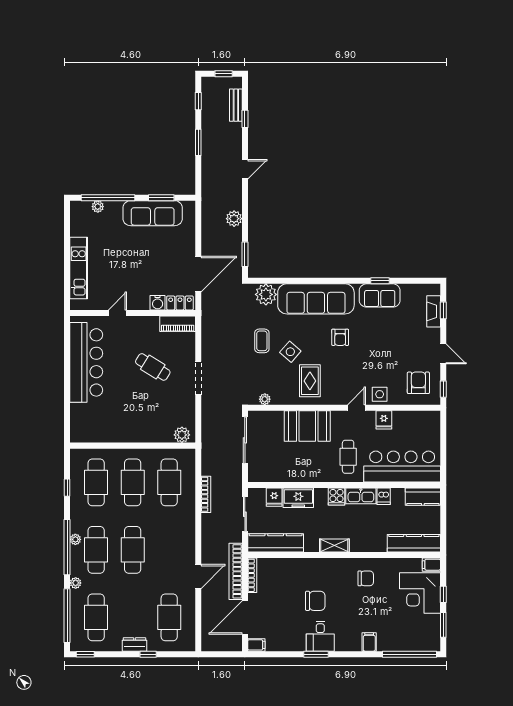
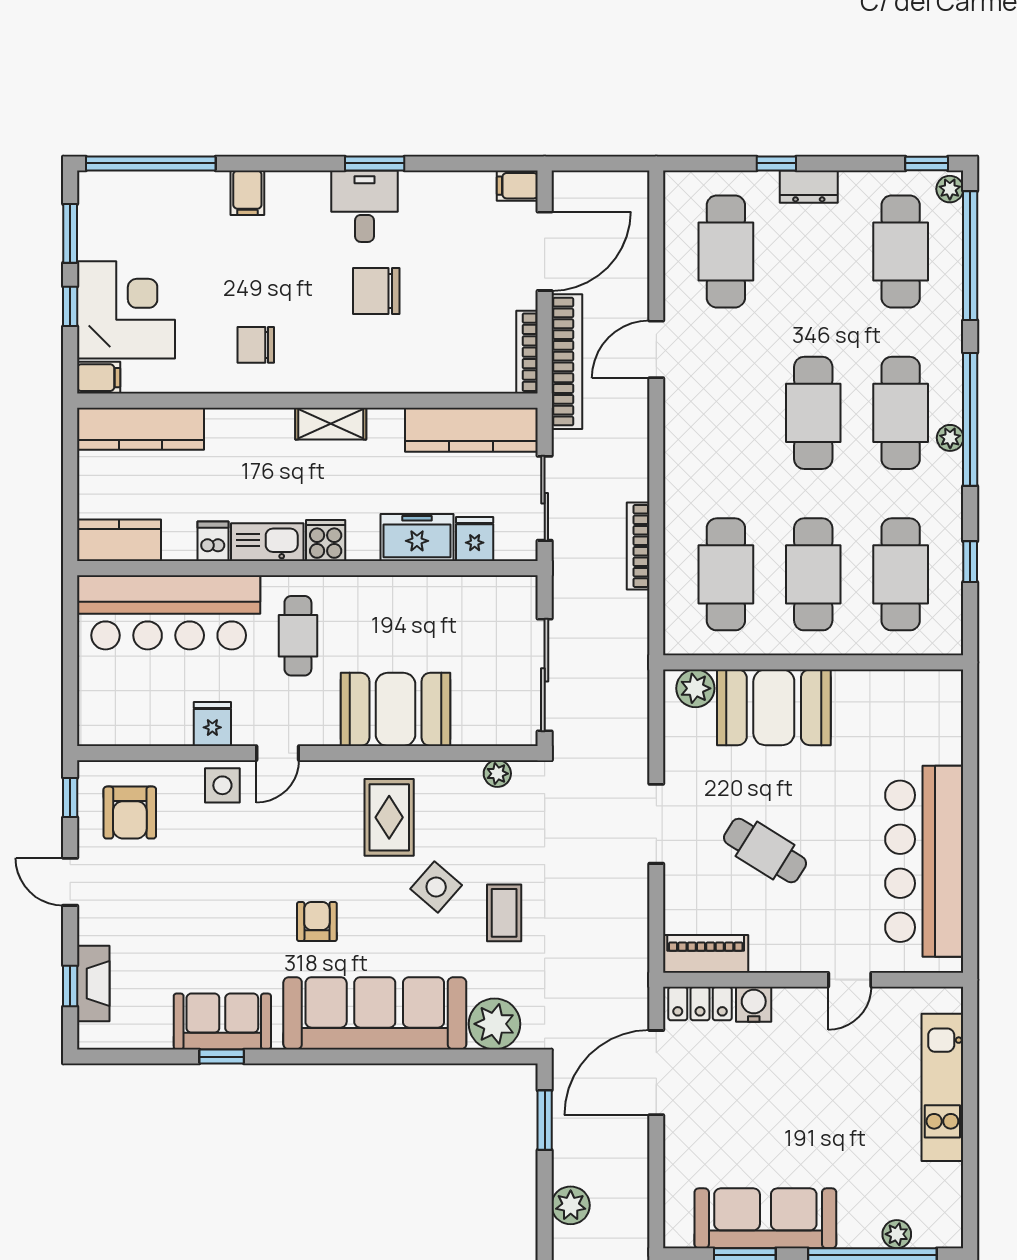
booth: (149, 427) -> (774, 707), added
plant: (76, 583) -> (950, 189), moved

